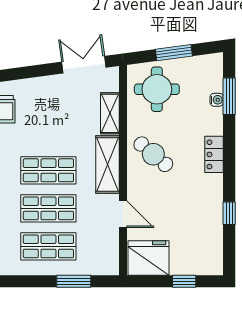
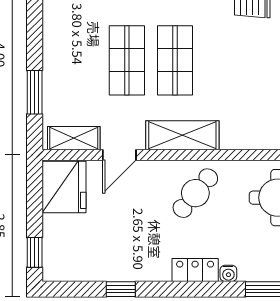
water cooler: (217, 100) -> (228, 273), moved
shelving: (110, 113) -> (74, 138), moved
shop shelf: (48, 246) -> (79, 60), removed
window: (184, 281) -> (35, 252), moved

